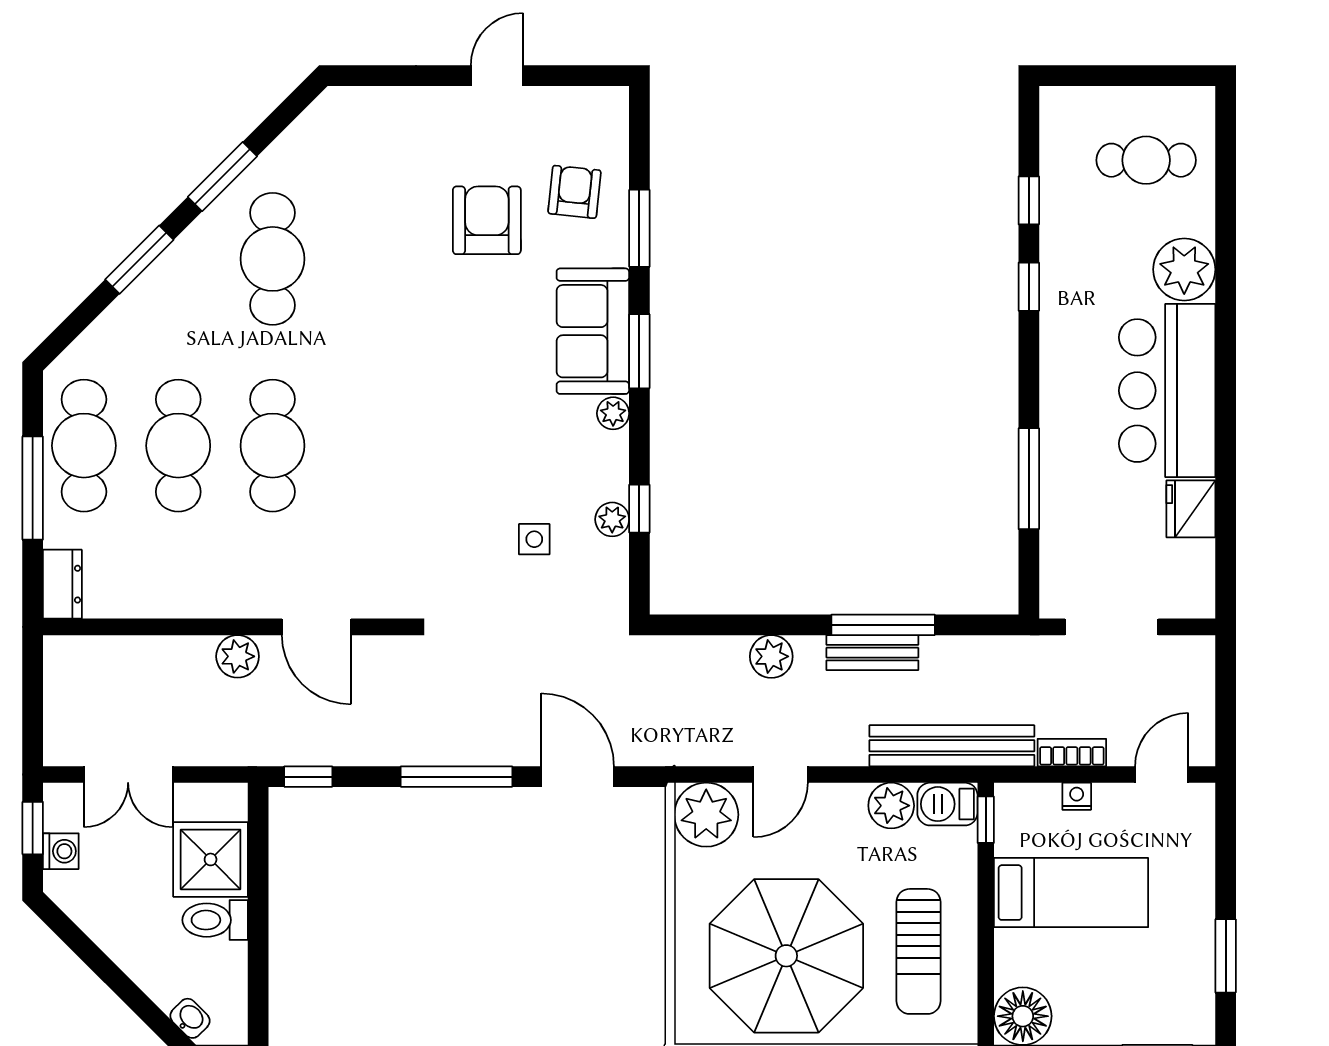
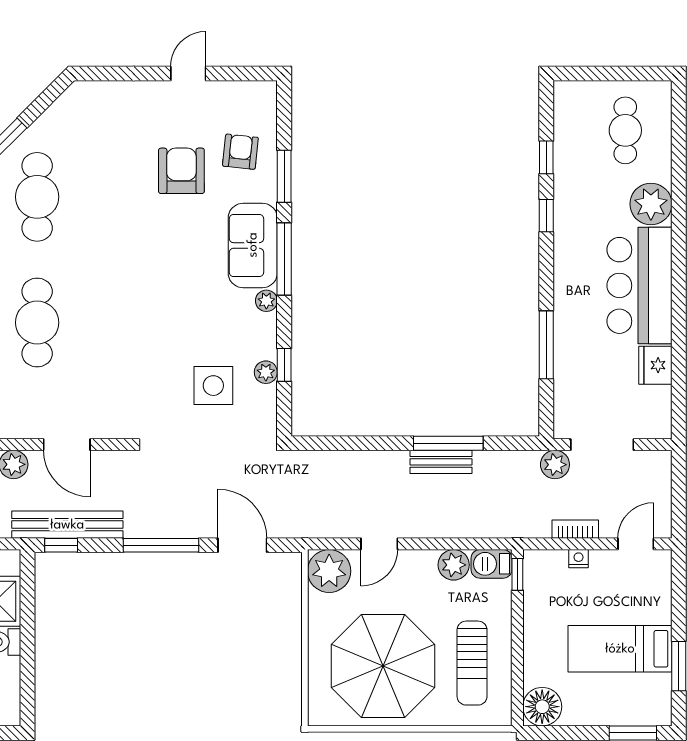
cafe table: (1146, 160) -> (625, 130), turned 90
window: (639, 351) -> (284, 259), width x1.44
side table: (534, 539) -> (213, 386), width x1.87, depth x1.87
plant: (771, 656) -> (555, 465), moved
bench: (952, 746) -> (67, 525), moved
bed: (1071, 893) -> (620, 649), moved, turned 180

